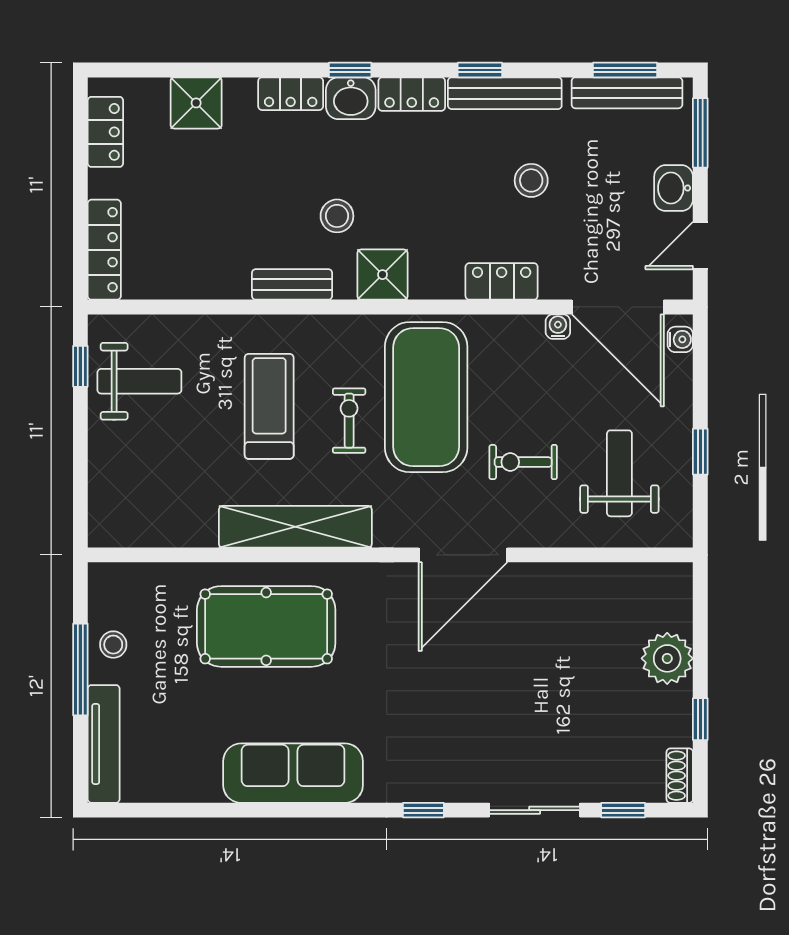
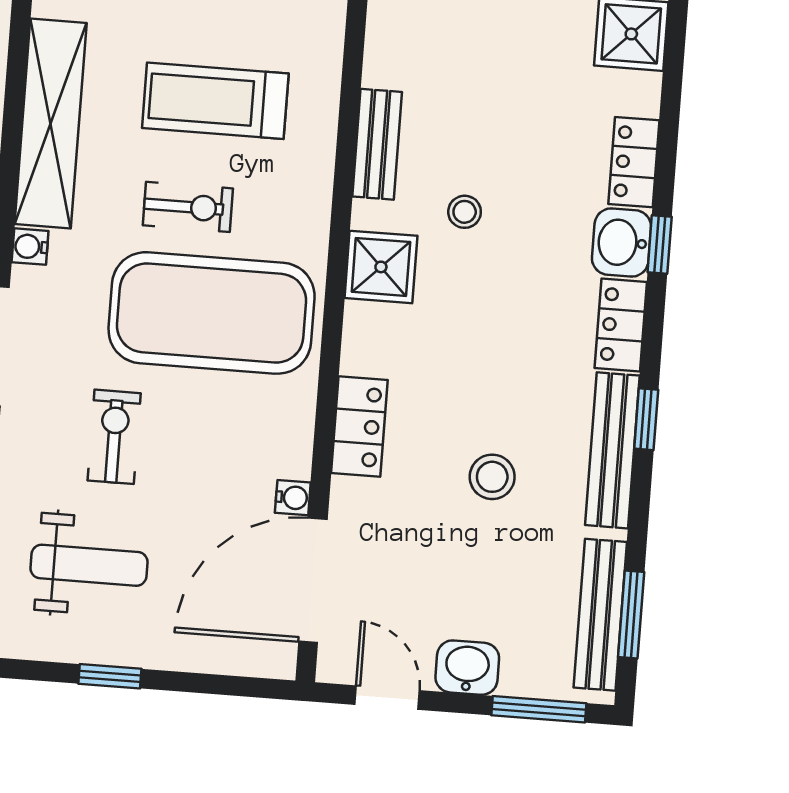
stool: (337, 216) -> (465, 212), width x0.73, depth x0.73
water cooler: (680, 339) -> (30, 247), moved, turned 90
treadmill: (269, 406) -> (215, 101), turned 180

